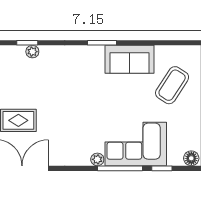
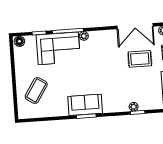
sofa: (129, 59) -> (85, 105), moved

